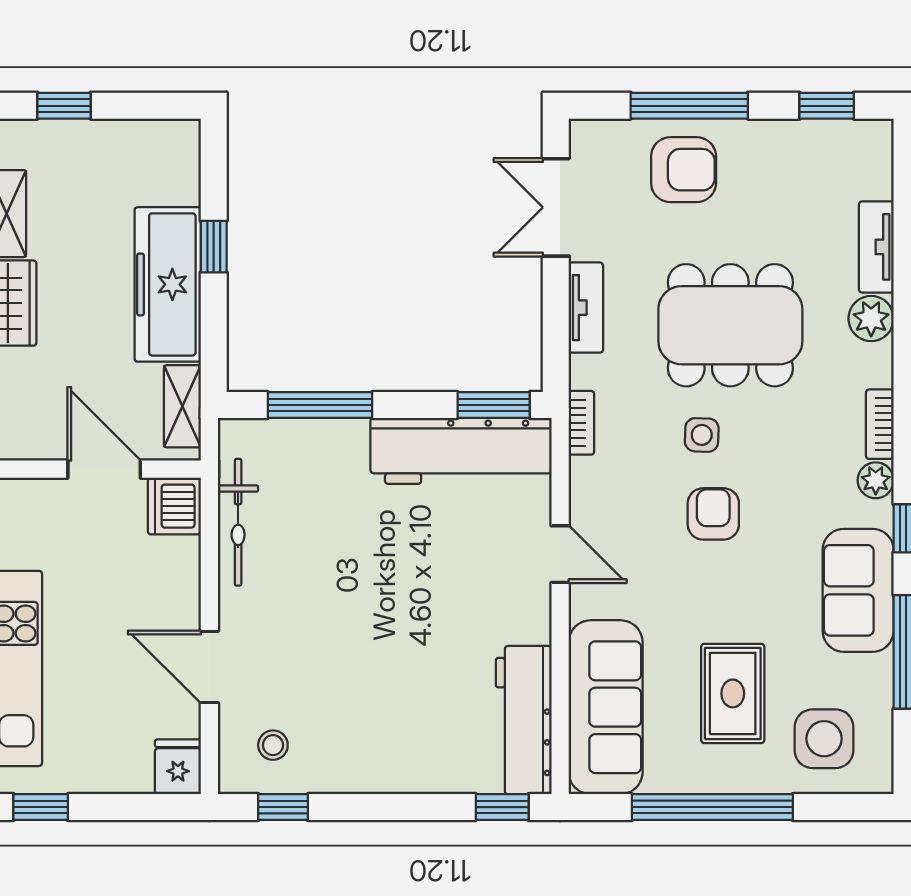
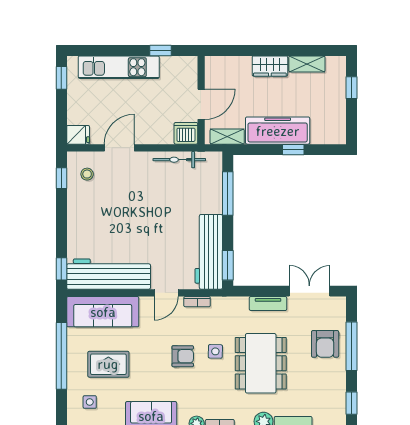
bookcase: (581, 423) -> (197, 302), moved
workbench: (524, 720) -> (109, 274), width x1.36, depth x1.32
side table: (824, 739) -> (90, 402), width x0.54, depth x0.54

